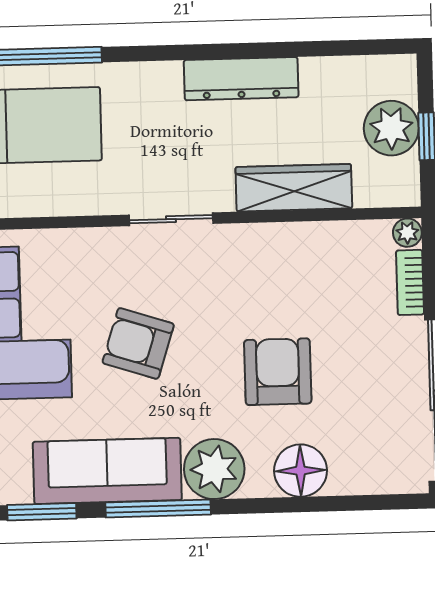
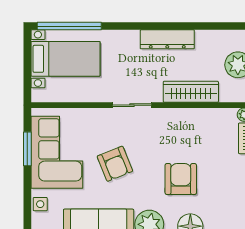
armchair: (138, 343) -> (115, 164), turned -130

